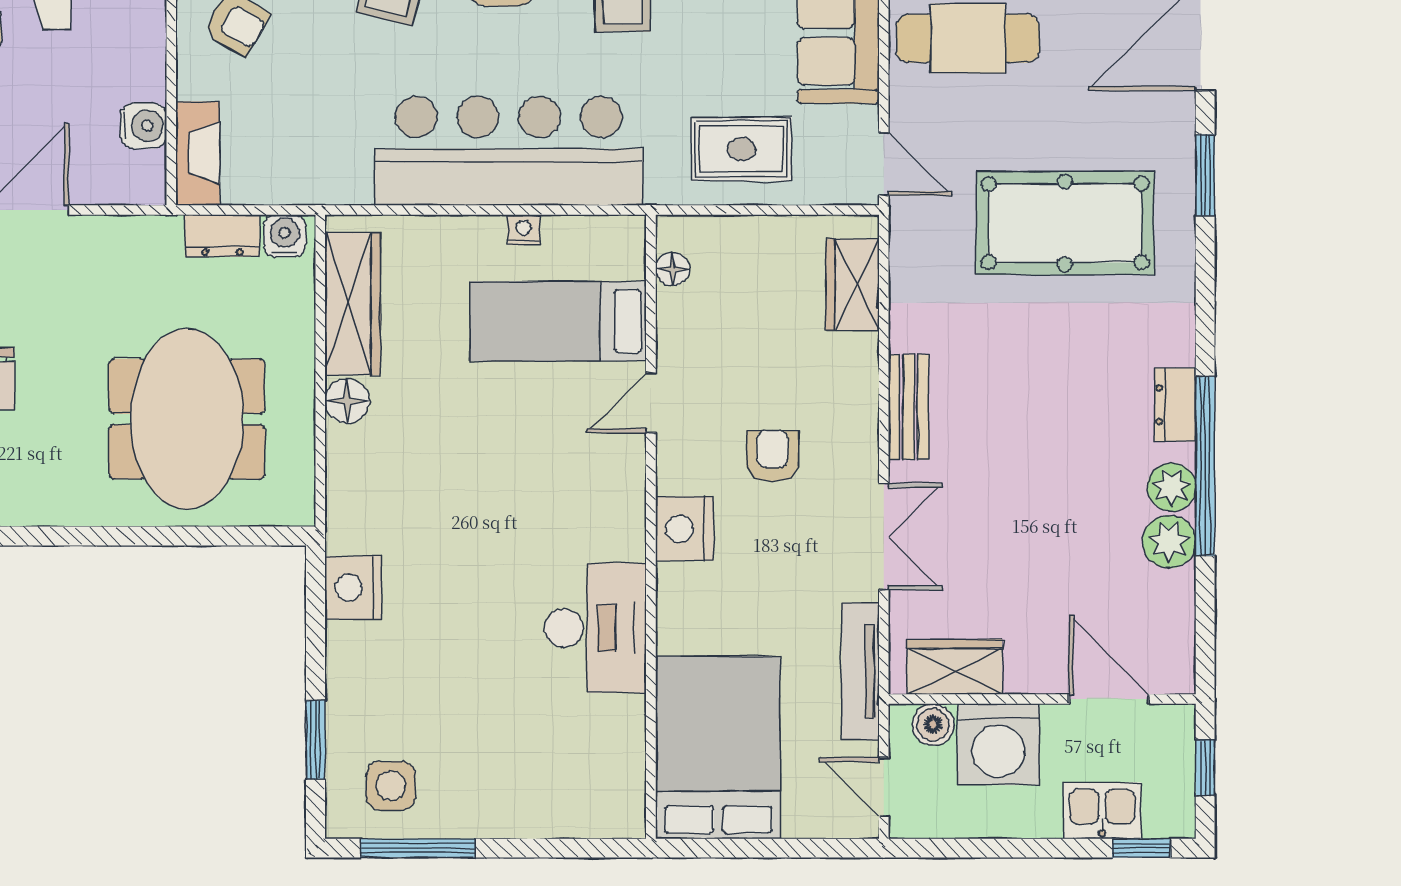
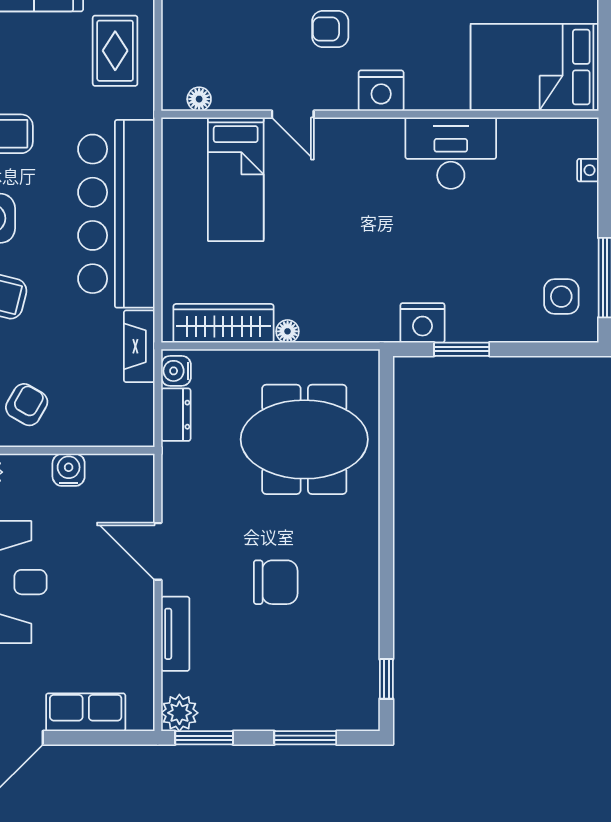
water cooler: (144, 126) -> (69, 470), moved
fireplace: (198, 153) -> (139, 346), moved, turned -90
nightstand: (524, 230) -> (588, 170), moved, turned 180
floor lamp: (347, 401) -> (288, 331), width x0.73, depth x0.73
window: (316, 740) -> (462, 349), moved

